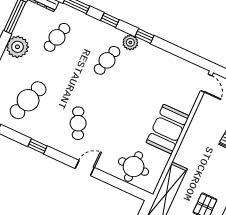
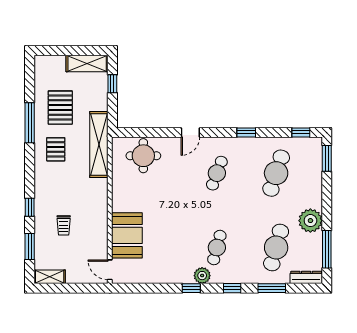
cafe table: (57, 37) -> (276, 248), width x1.37, depth x1.35
cafe table: (78, 123) -> (217, 173), turned 45
booth: (168, 129) -> (127, 235), moved

